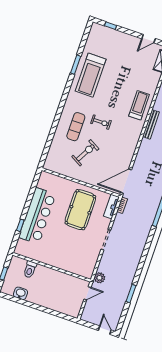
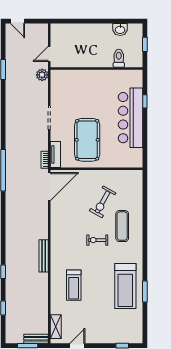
treadmill: (91, 75) -> (125, 286), turned 180
treadmill: (139, 105) -> (74, 285), moved

